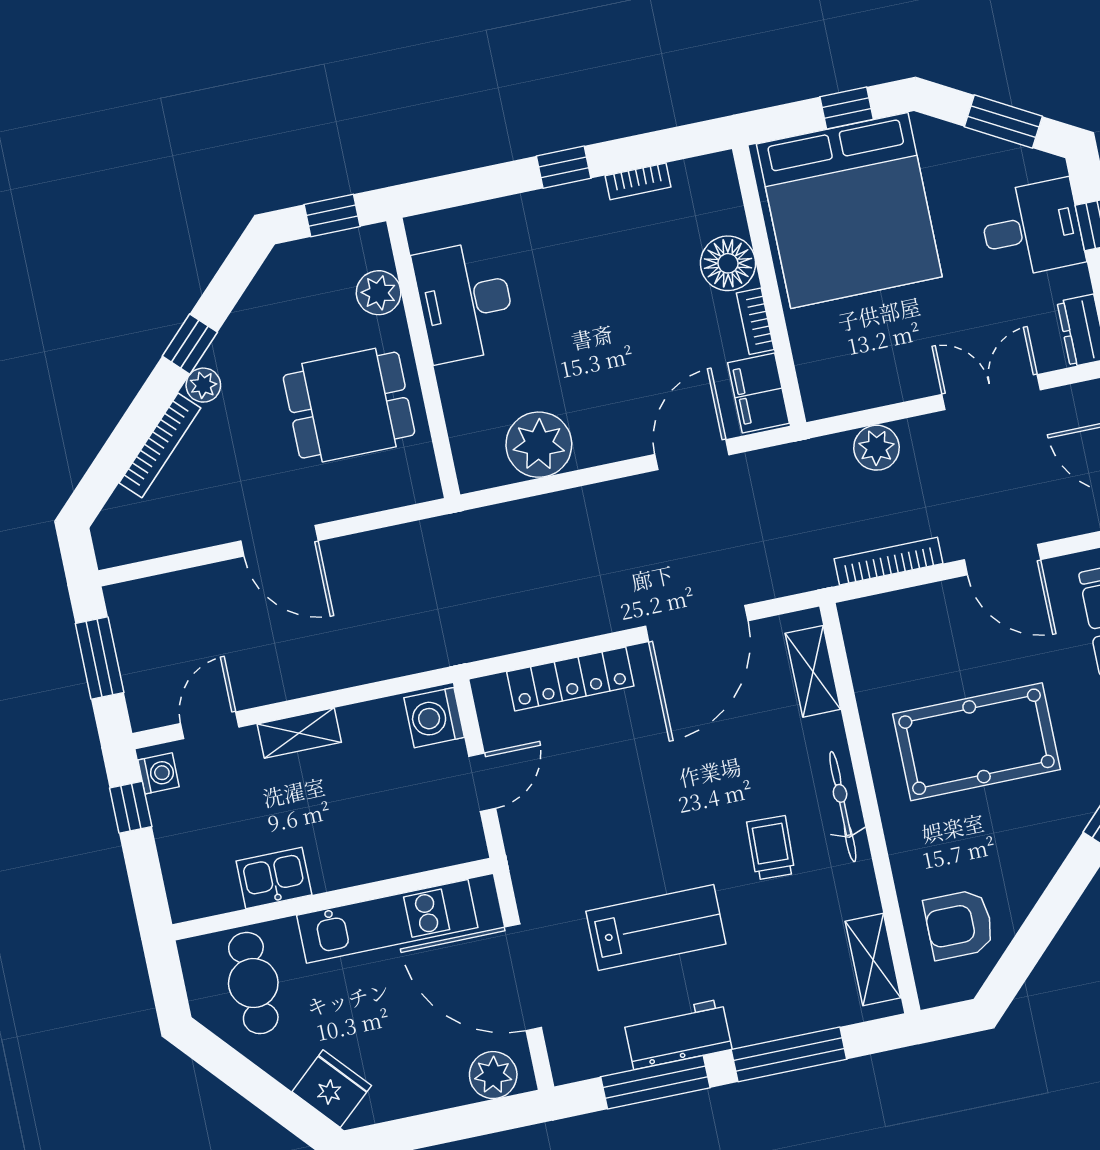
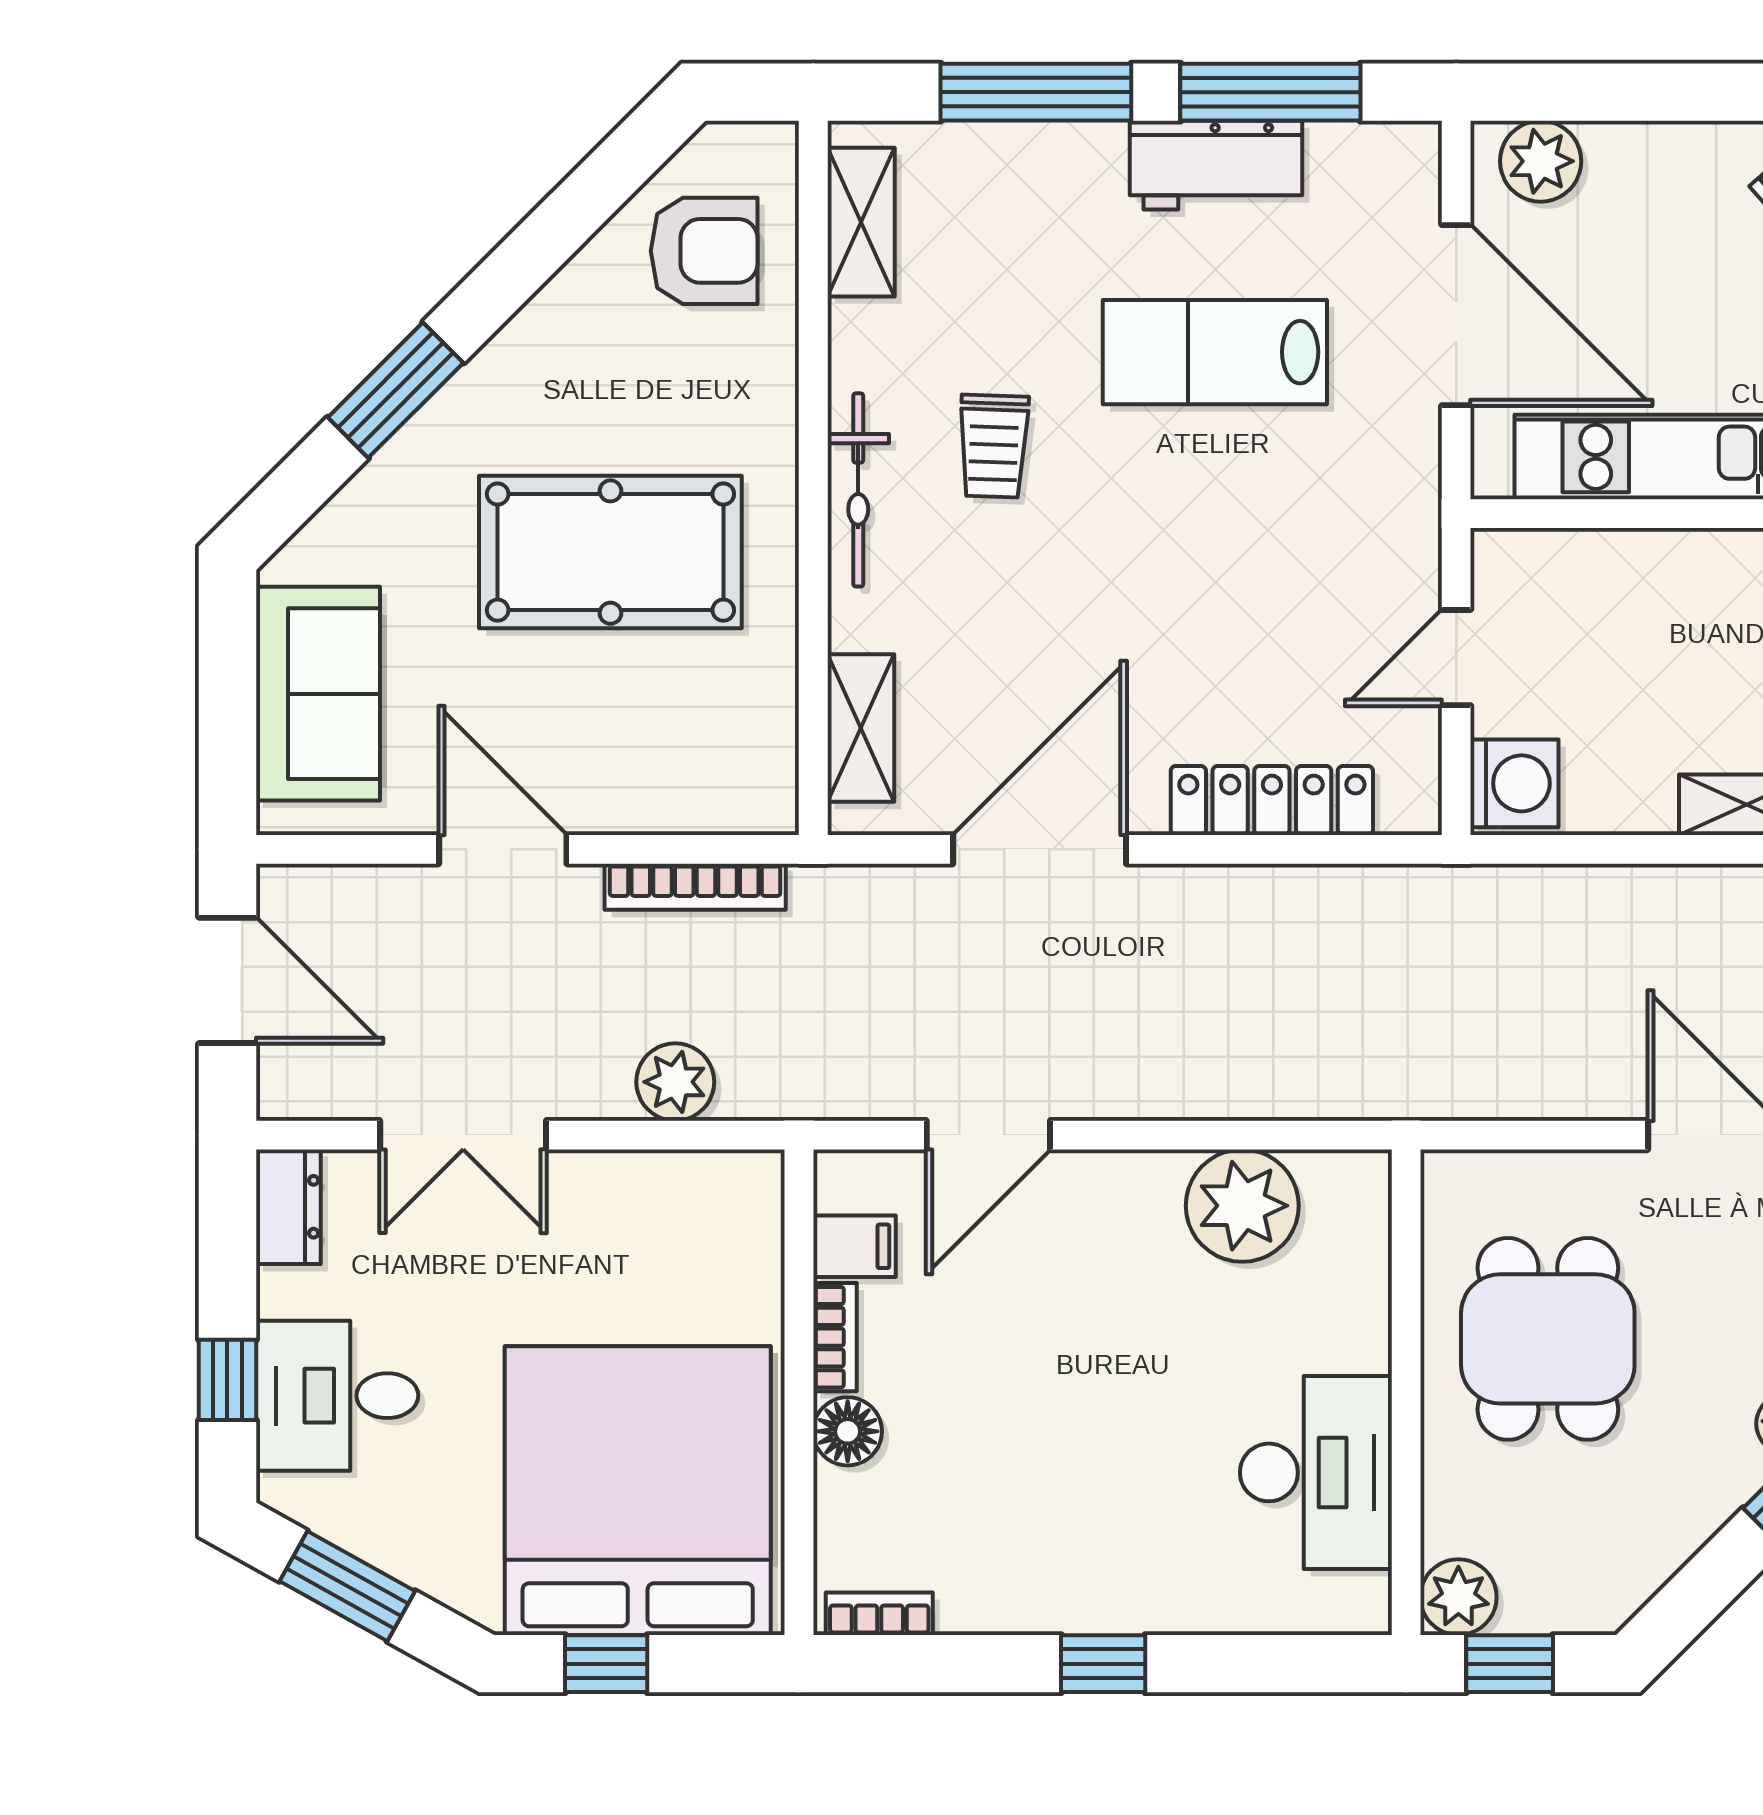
bookcase: (638, 181) -> (879, 1614), moved
floor lamp: (728, 263) -> (848, 1431), width x0.73, depth x0.73
plant: (379, 293) -> (1458, 1597), moved
filing cabinet: (759, 393) -> (854, 1246), width x0.50
dining table: (349, 405) -> (1548, 1339), turned 90

